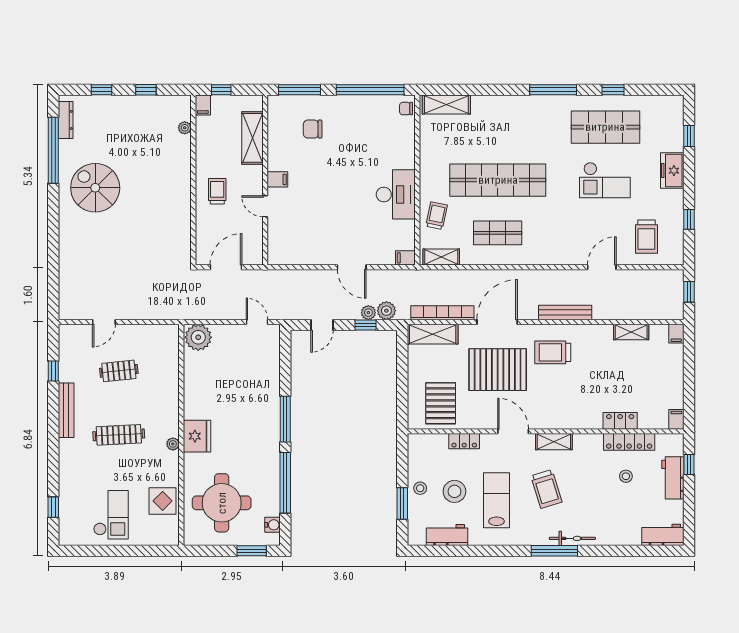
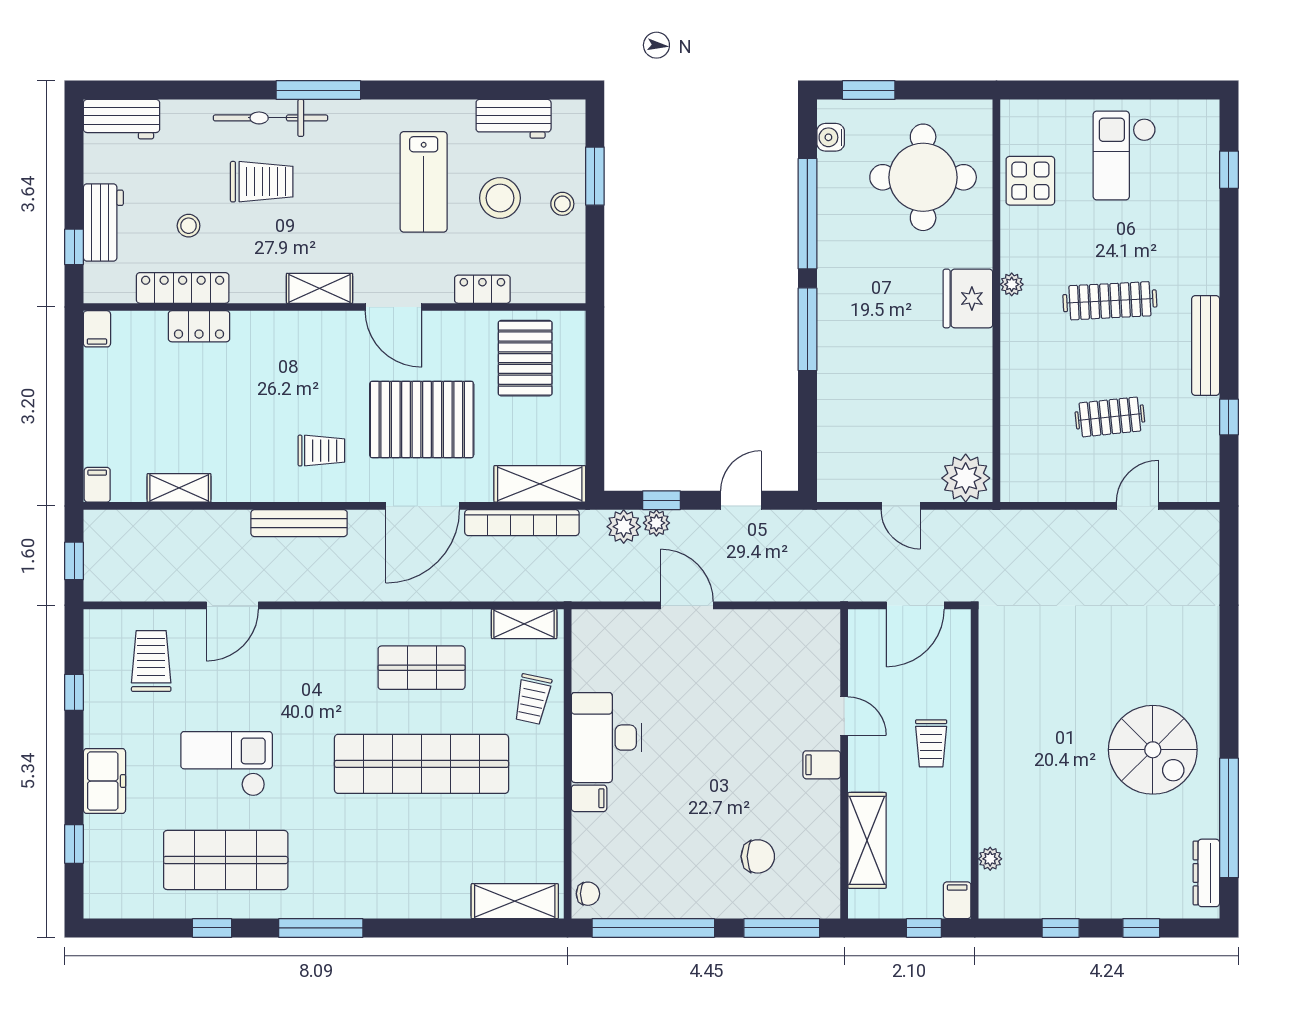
filing cabinet: (405, 258) -> (589, 798), moved
door: (257, 322) -> (901, 506), moved
trolley: (553, 352) -> (321, 451), width x0.73, depth x0.72
trolley: (546, 489) -> (262, 182), moved, turned 107
bicycle: (572, 538) -> (270, 118), width x1.37, depth x1.40

